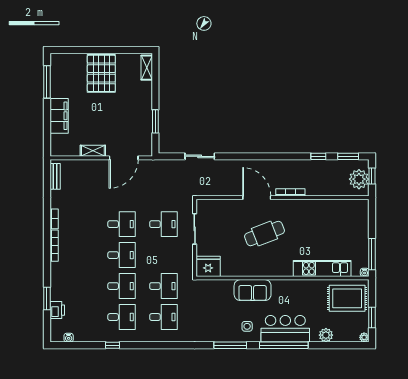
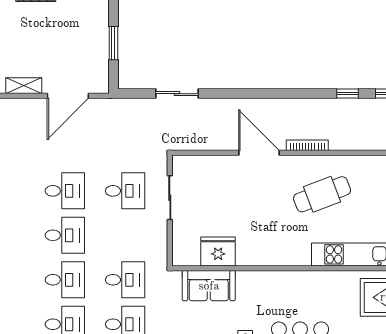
cafe table: (264, 234) -> (322, 194), moved
fridge: (208, 266) -> (218, 251), moved
sofa: (253, 290) -> (209, 286), moved

